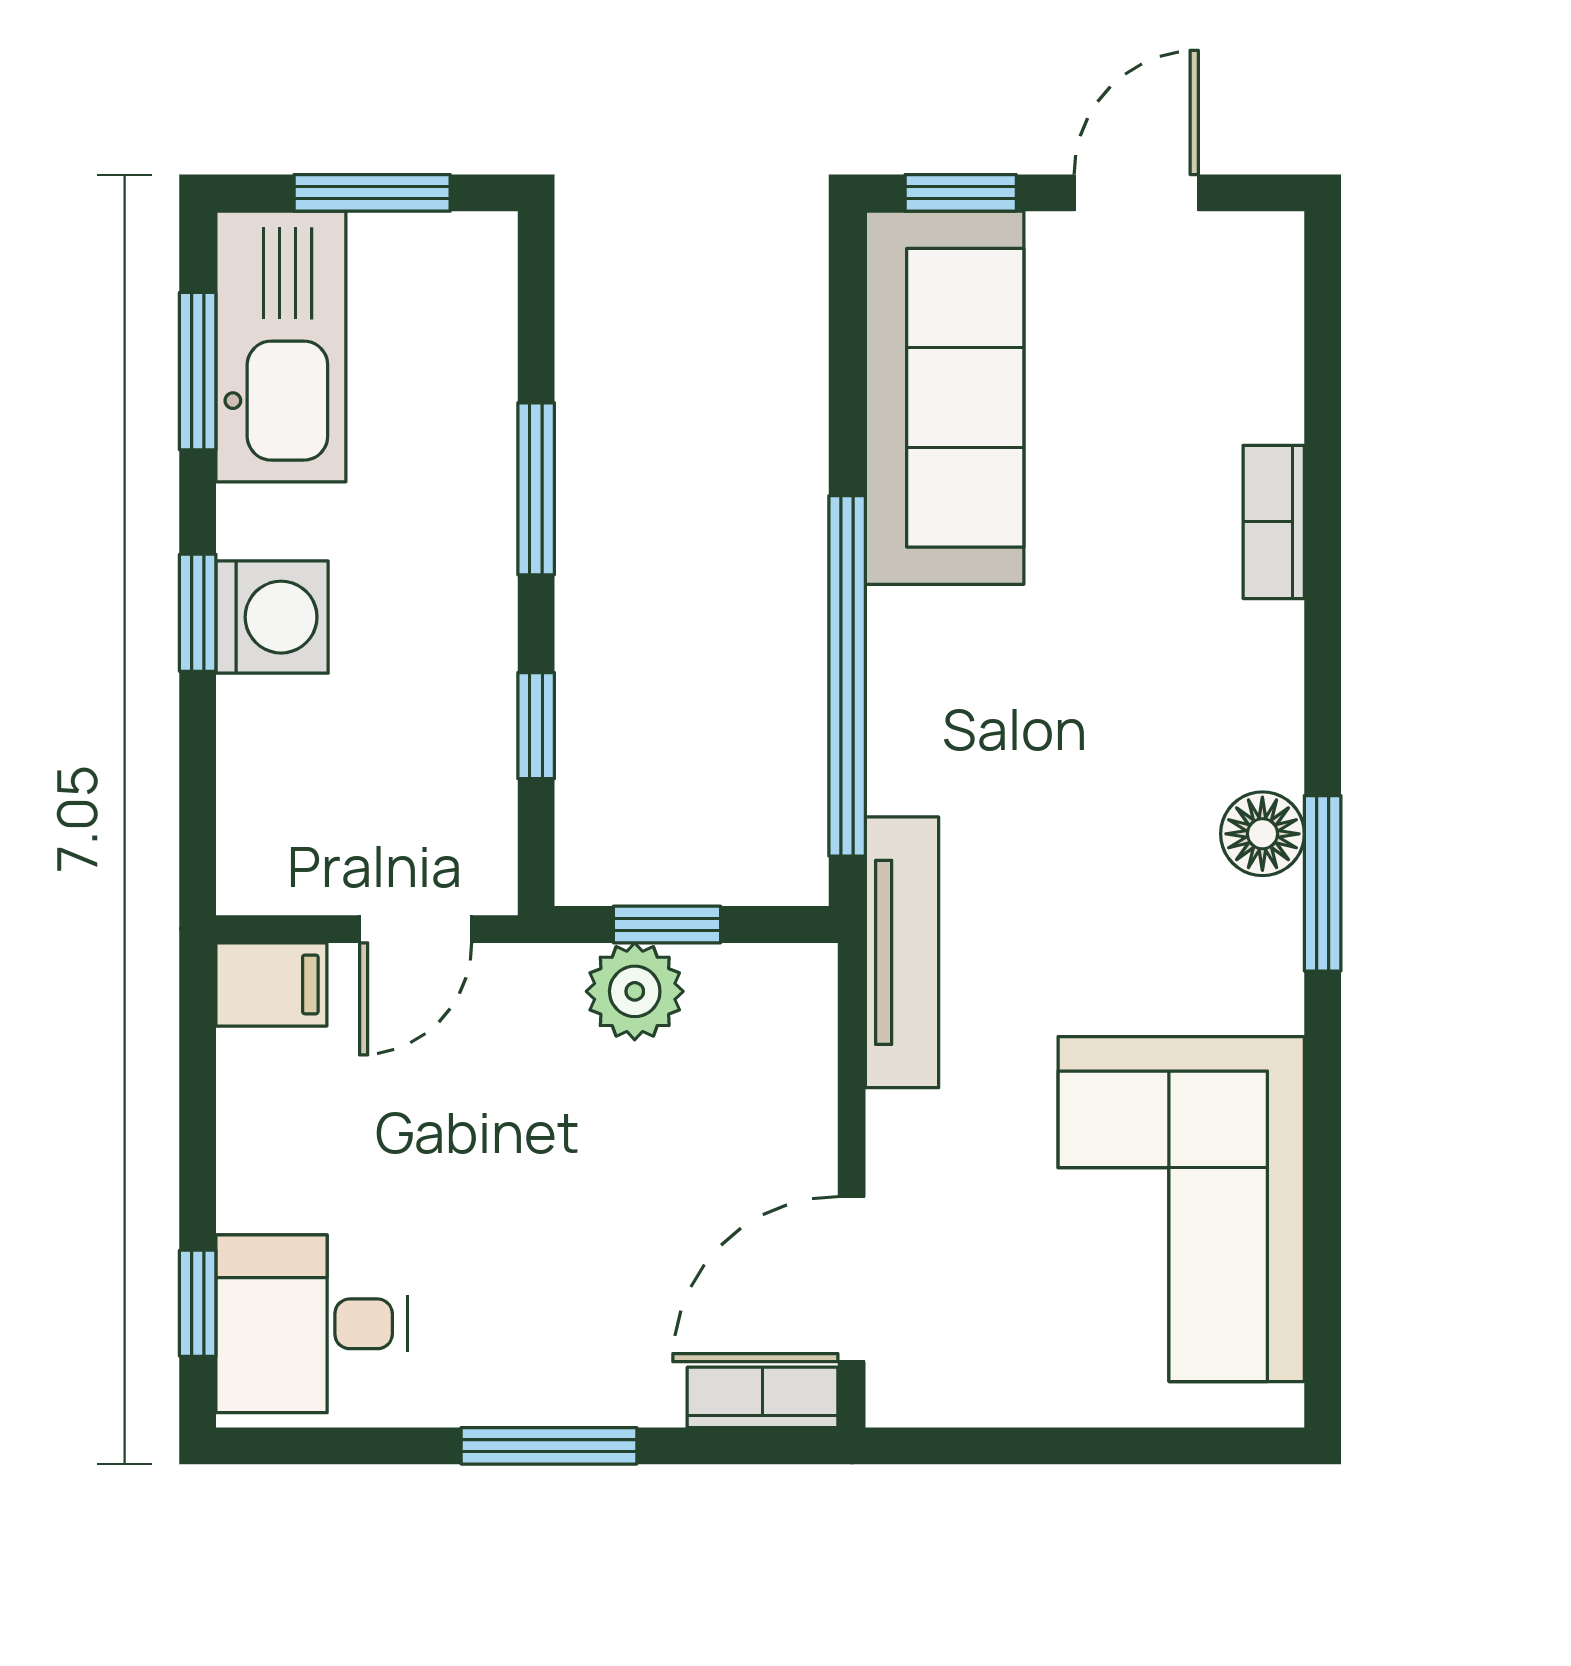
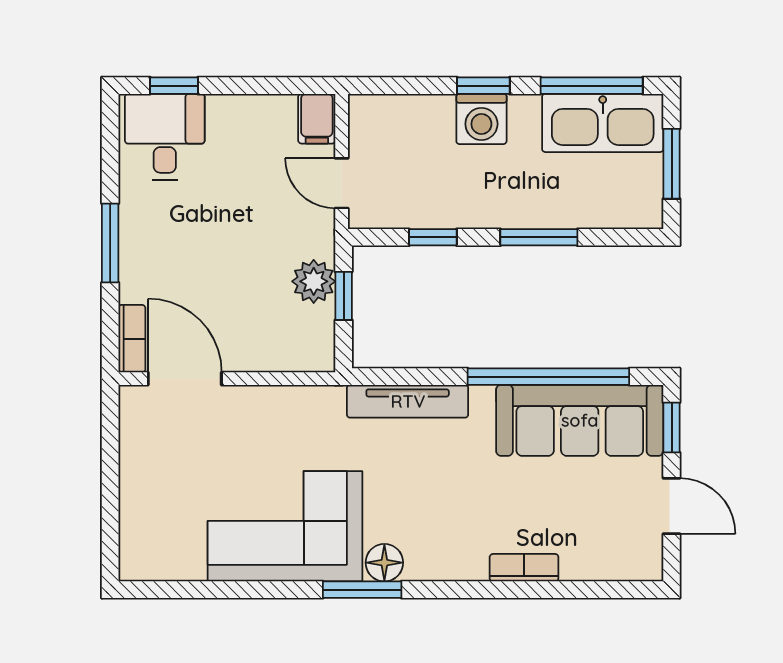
window: (198, 371) -> (592, 86), width x1.44
window: (847, 676) -> (548, 377), moved
tv unit: (902, 952) -> (408, 401), moved
corner sofa: (1181, 1209) -> (285, 526), moved

